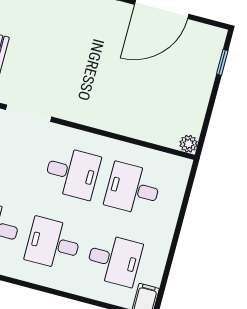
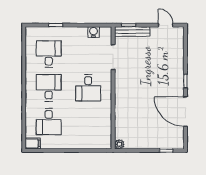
desk: (133, 189) -> (88, 122), removed

